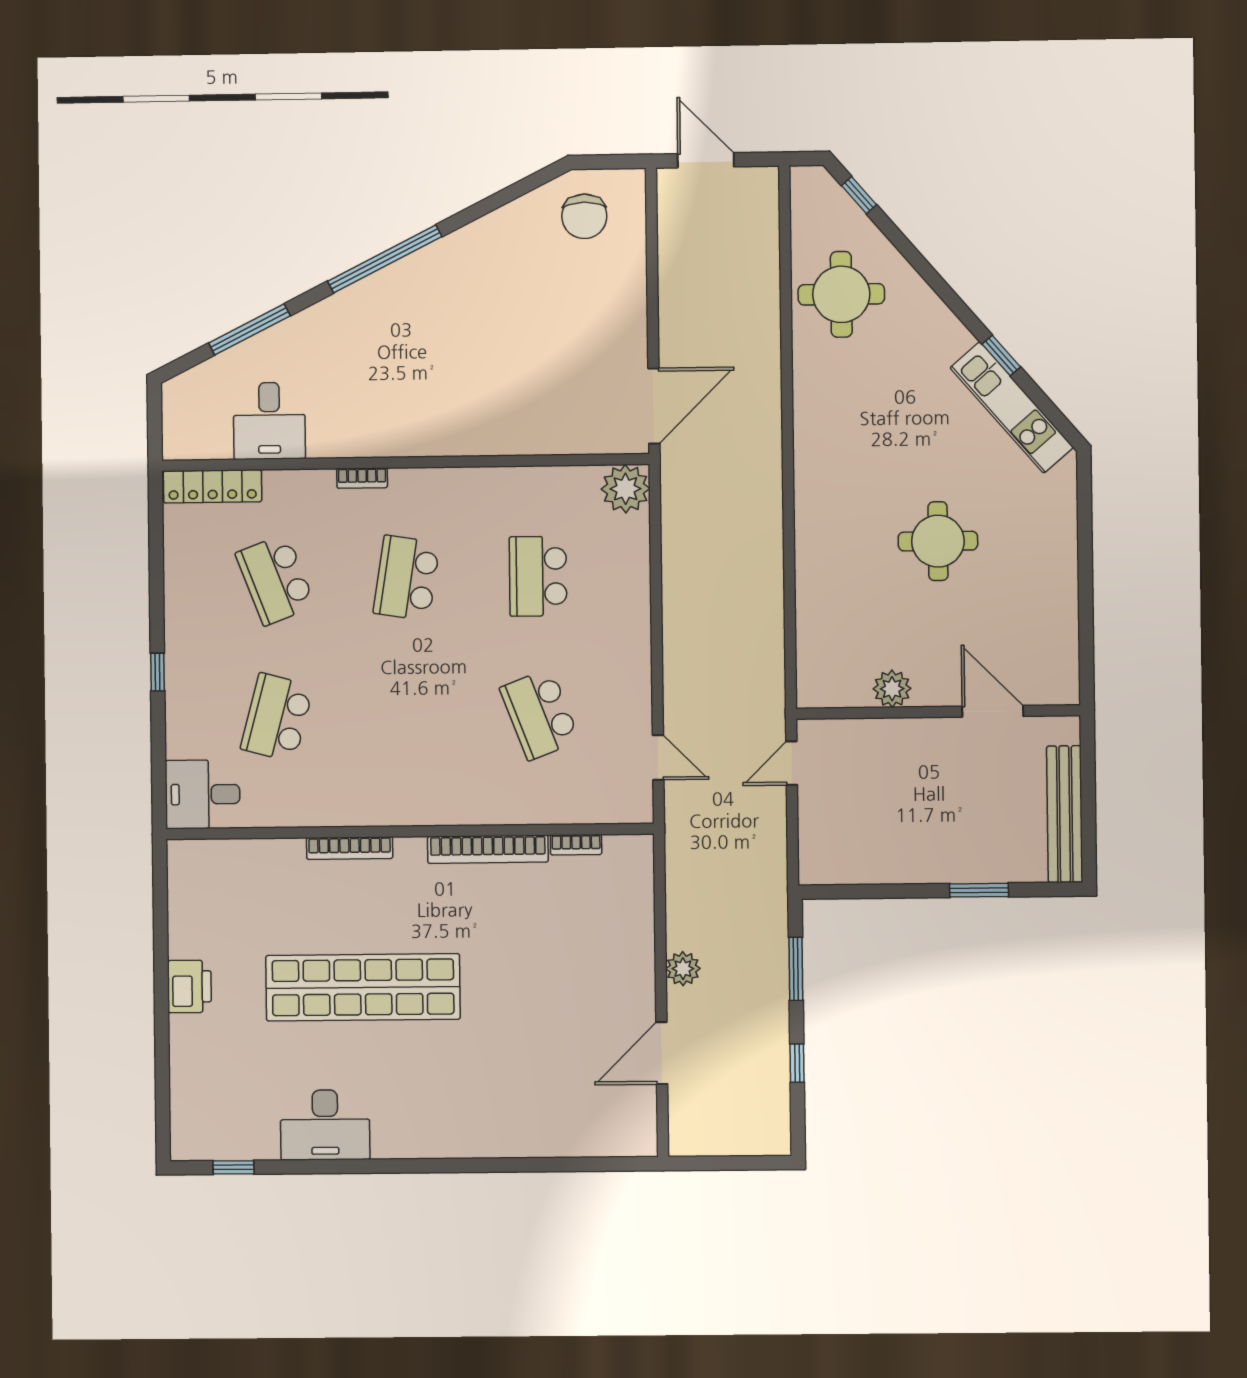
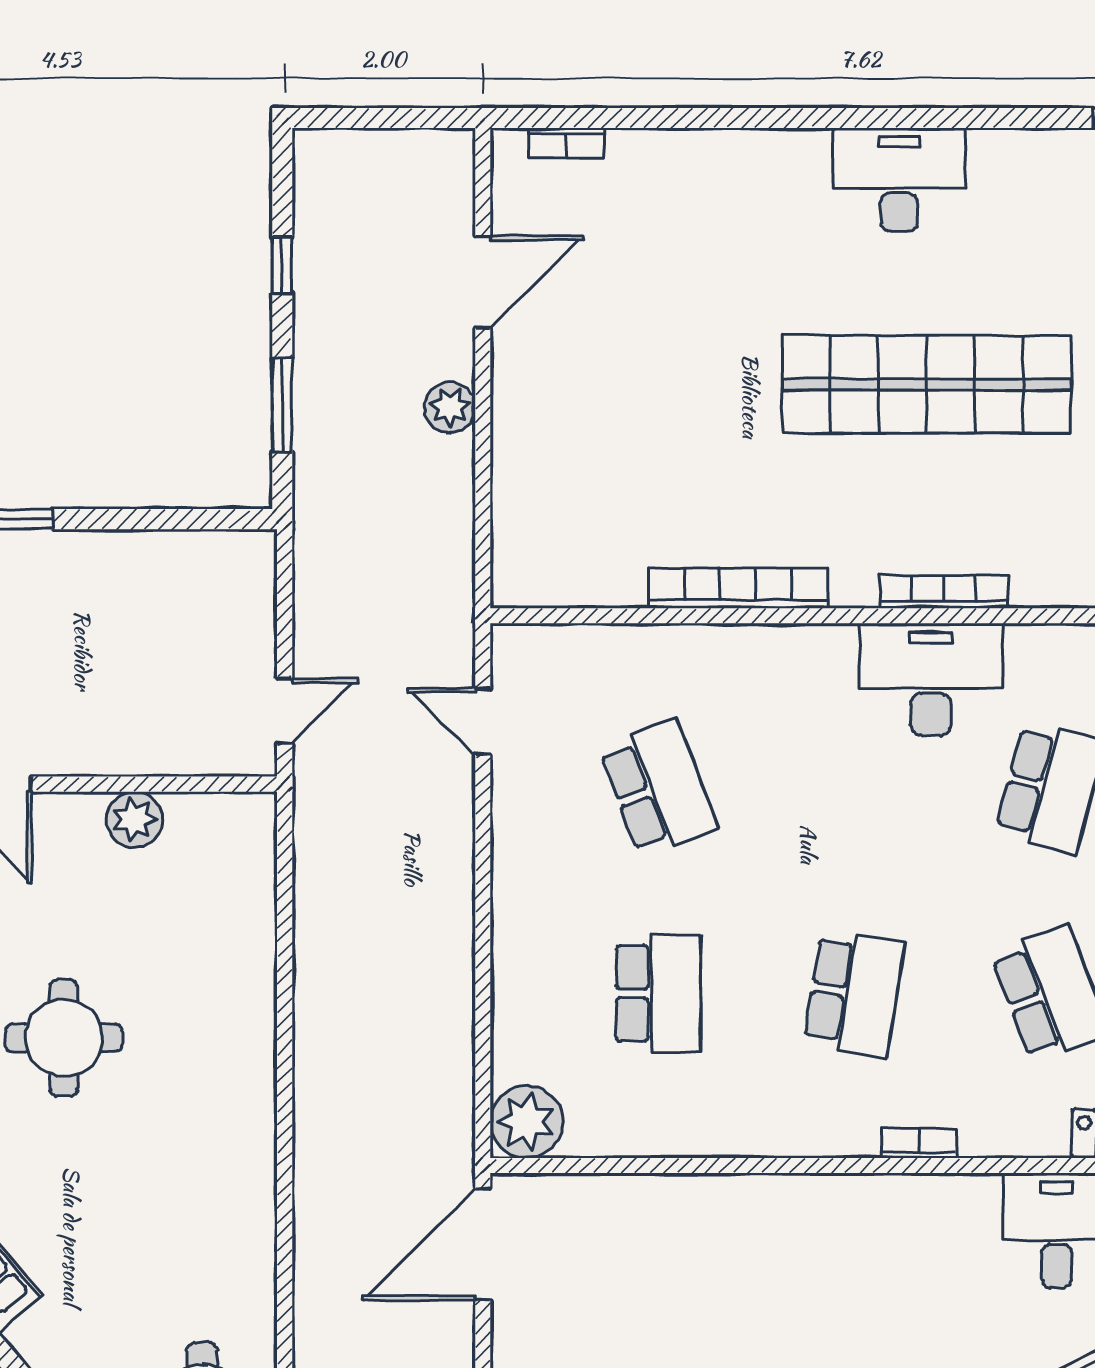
desk: (358, 789) -> (931, 679), added
bookcase: (576, 845) -> (566, 143), moved, turned 180
desk: (325, 1125) -> (899, 180), moved

